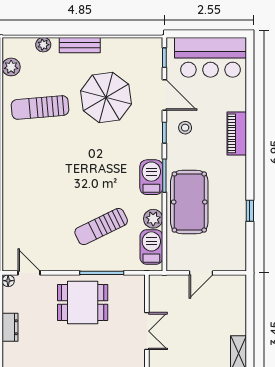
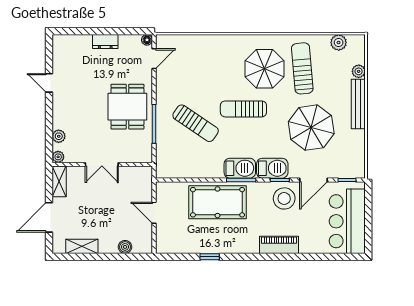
bench: (80, 45) -> (358, 104), width x1.36
stool: (185, 128) -> (284, 198), width x1.89, depth x1.89
parasol: (40, 150) -> (264, 69), added
sun lounger: (85, 173) -> (243, 109), added
plant: (153, 219) -> (203, 170), removed
sun lounger: (101, 227) -> (196, 123), turned 150
barbecue: (151, 247) -> (272, 168), moved
boiler: (239, 305) -> (125, 247), added

